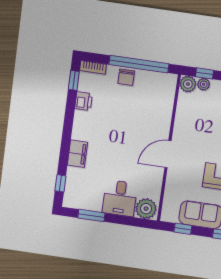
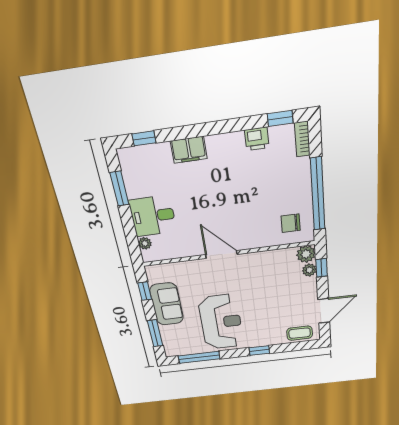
chair: (126, 77) -> (291, 223), moved
plant: (146, 209) -> (145, 243), width x0.53, depth x0.53

